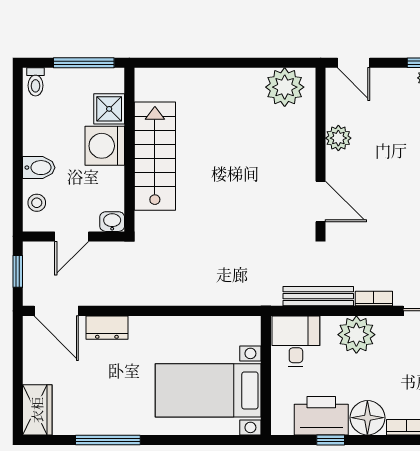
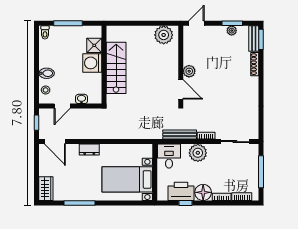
door: (354, 63) -> (196, 23), swing flipped
shower: (109, 109) -> (94, 45), moved
plant: (338, 138) -> (189, 71), moved
washing machine: (105, 146) -> (92, 63), moved
wall: (129, 150) -> (104, 65), moved
stairs: (155, 156) -> (116, 68), moved
dresser: (107, 328) -> (89, 150), moved

